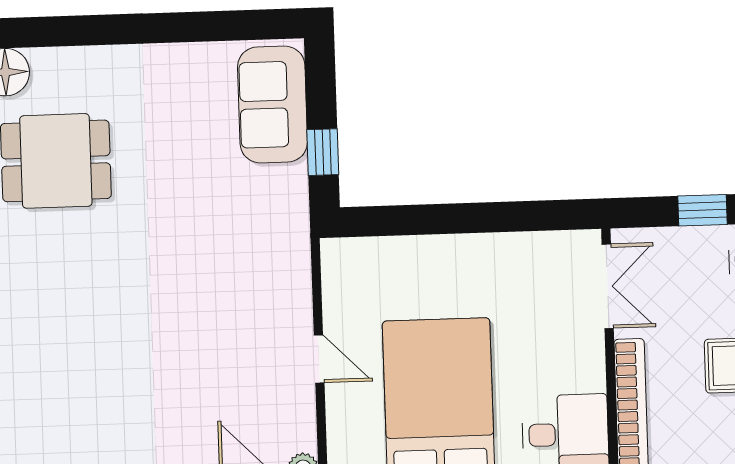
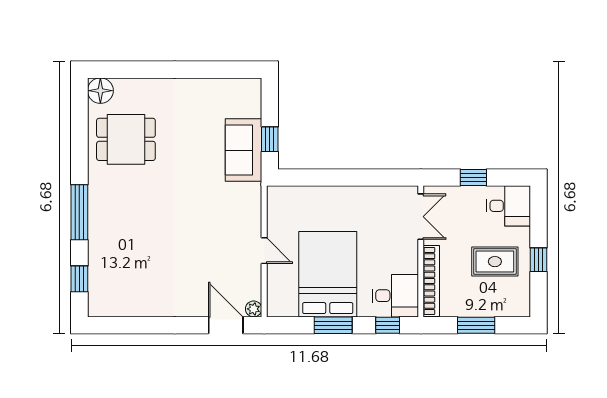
sofa: (272, 105) -> (244, 150), moved

